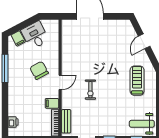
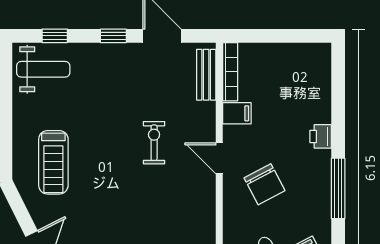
door: (60, 82) -> (219, 158), hinge flipped
printer: (13, 122) -> (321, 136), moved

